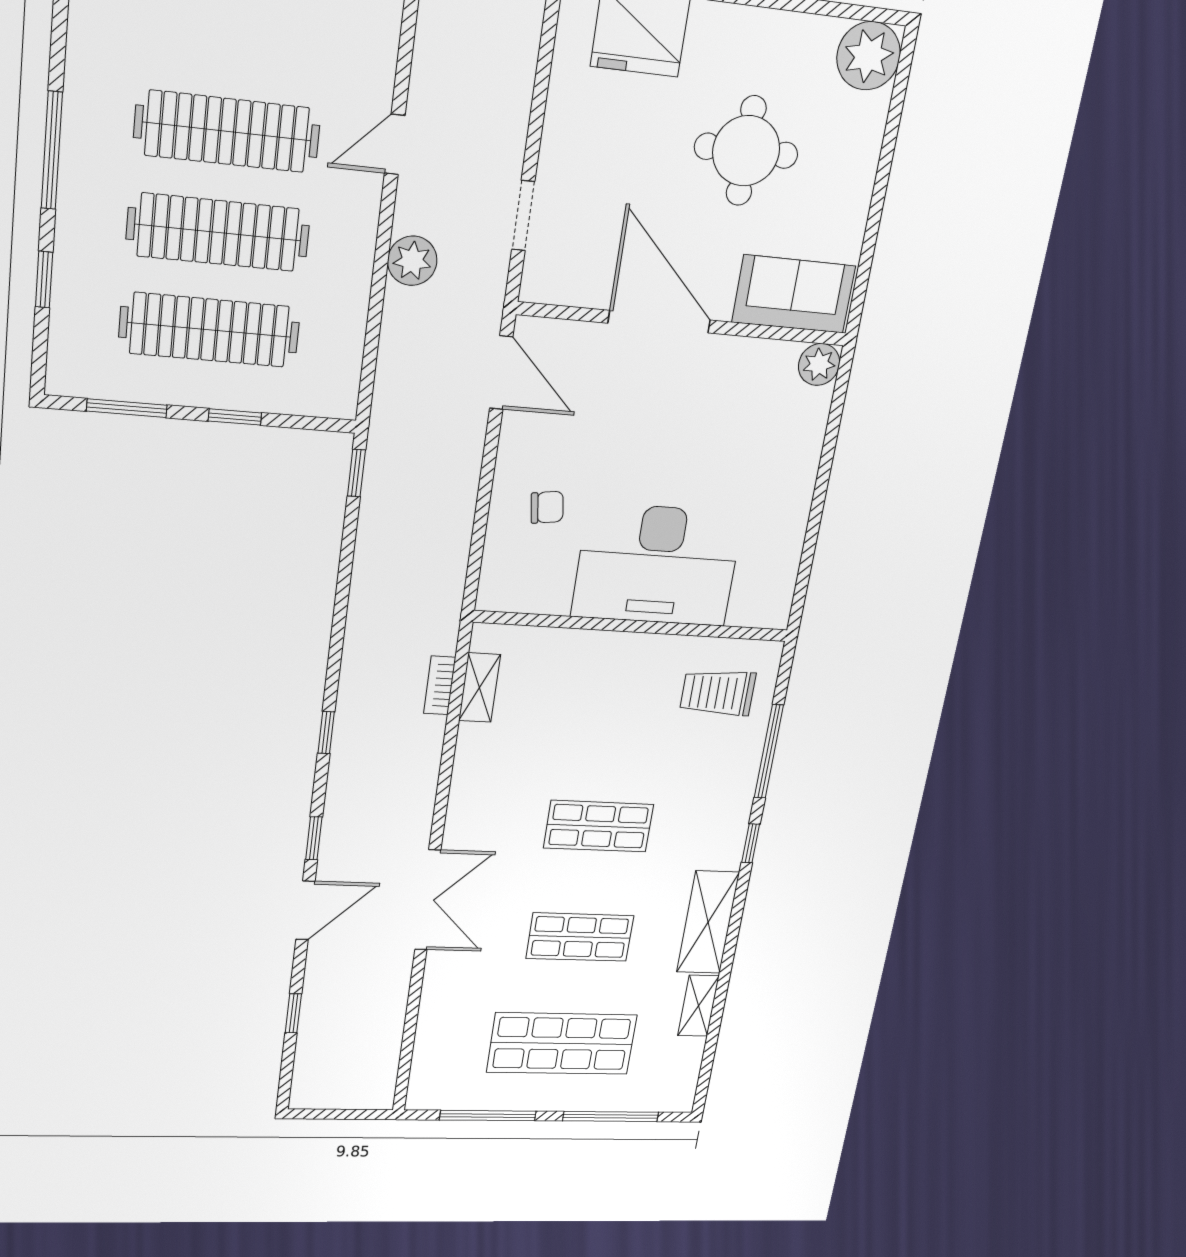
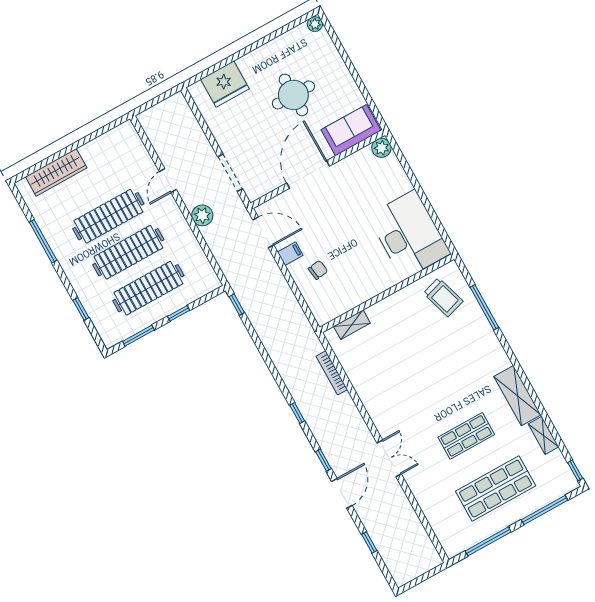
plant: (869, 56) -> (315, 24), width x0.53, depth x0.53
window: (52, 150) -> (43, 241), moved
doorway: (523, 216) -> (230, 173), width x1.38
door: (659, 322) -> (308, 175), hinge flipped
filing cabinet: (521, 445) -> (290, 254), added
desk: (657, 565) -> (409, 235), moved, turned -90
bookcase: (440, 685) -> (332, 373), width x1.56
shelving: (479, 688) -> (352, 325), moved, turned 90
trolley: (718, 693) -> (443, 297), turned -107
shop shelf: (599, 826) -> (437, 383), removed
window: (751, 843) -> (575, 470), moved
double door: (428, 900) -> (389, 458), width x0.73

